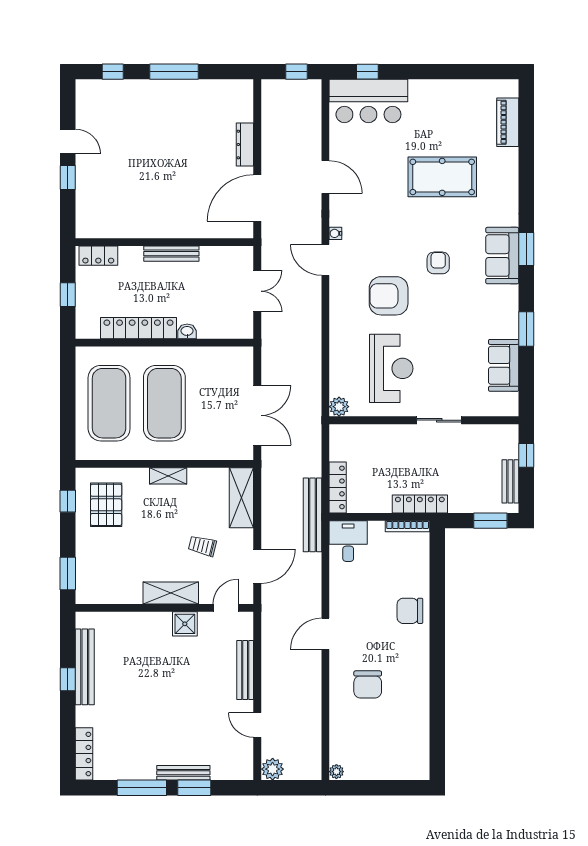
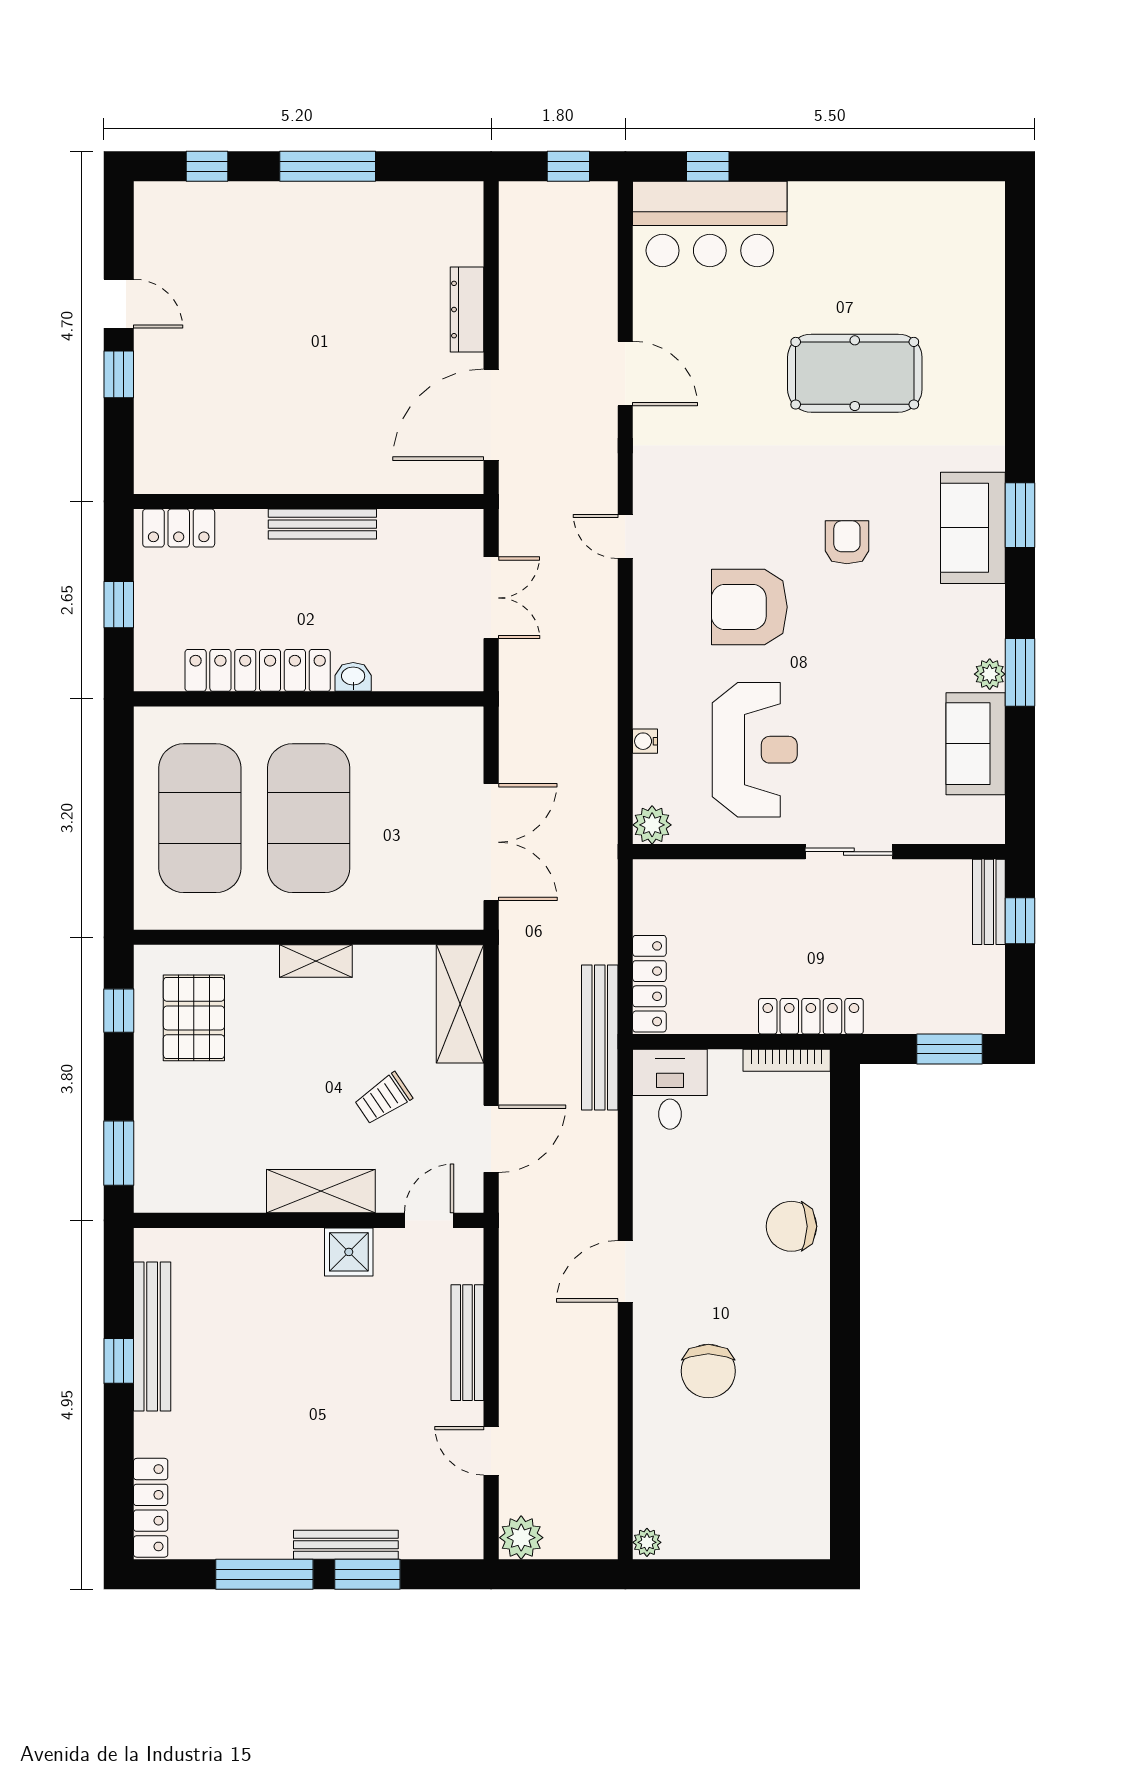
piano: (508, 122) -> (984, 266), removed
water cooler: (335, 233) -> (645, 741), moved
door: (325, 260) -> (625, 536), width x0.73
plant: (511, 330) -> (990, 674), added
bench: (510, 481) -> (989, 902), moved
trolley: (202, 546) -> (383, 1099), turned -48

